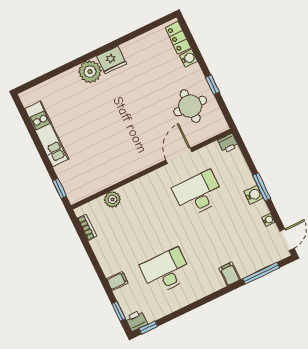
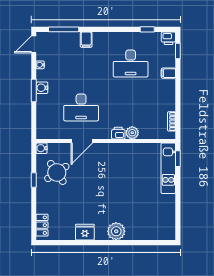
water cooler: (189, 58) -> (42, 148), moved
fridge: (111, 60) -> (85, 232), moved
round table: (190, 106) -> (57, 172), turned -34
kitchen unit: (47, 134) -> (168, 168), moved
printer: (228, 143) -> (118, 133), moved
plant: (112, 199) -> (132, 133), moved
window: (148, 327) -> (147, 29), moved

